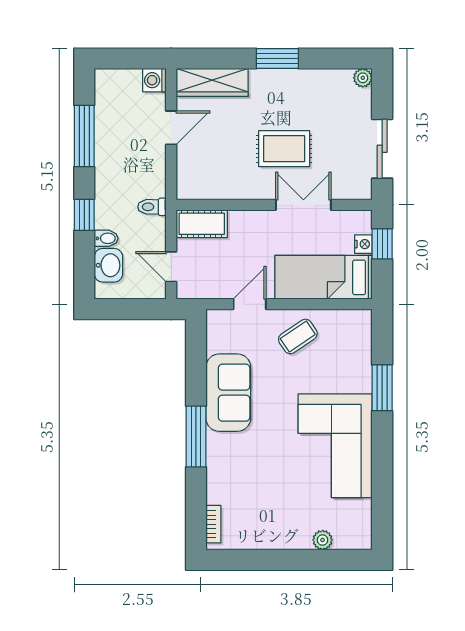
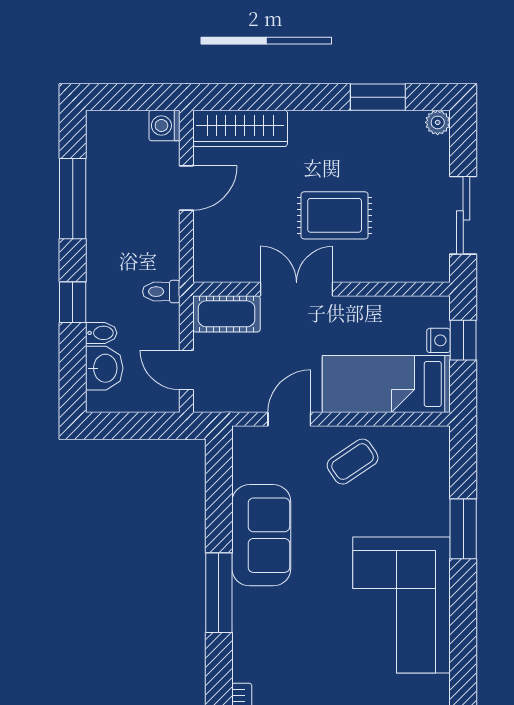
window: (277, 58) -> (378, 97), moved
double door: (303, 205) -> (297, 289), moved

